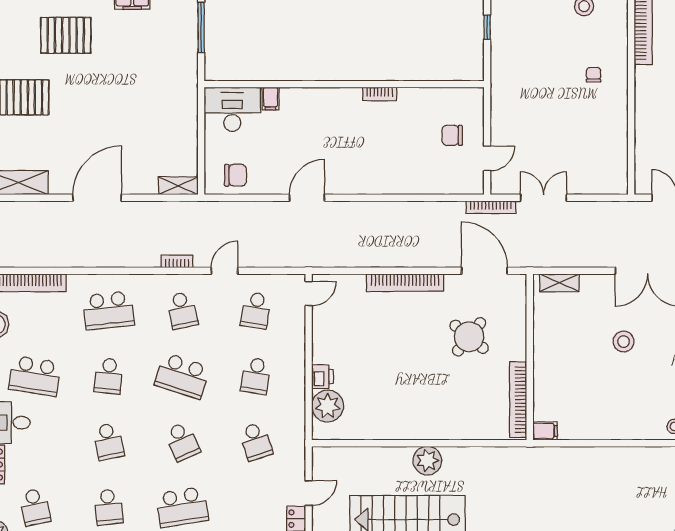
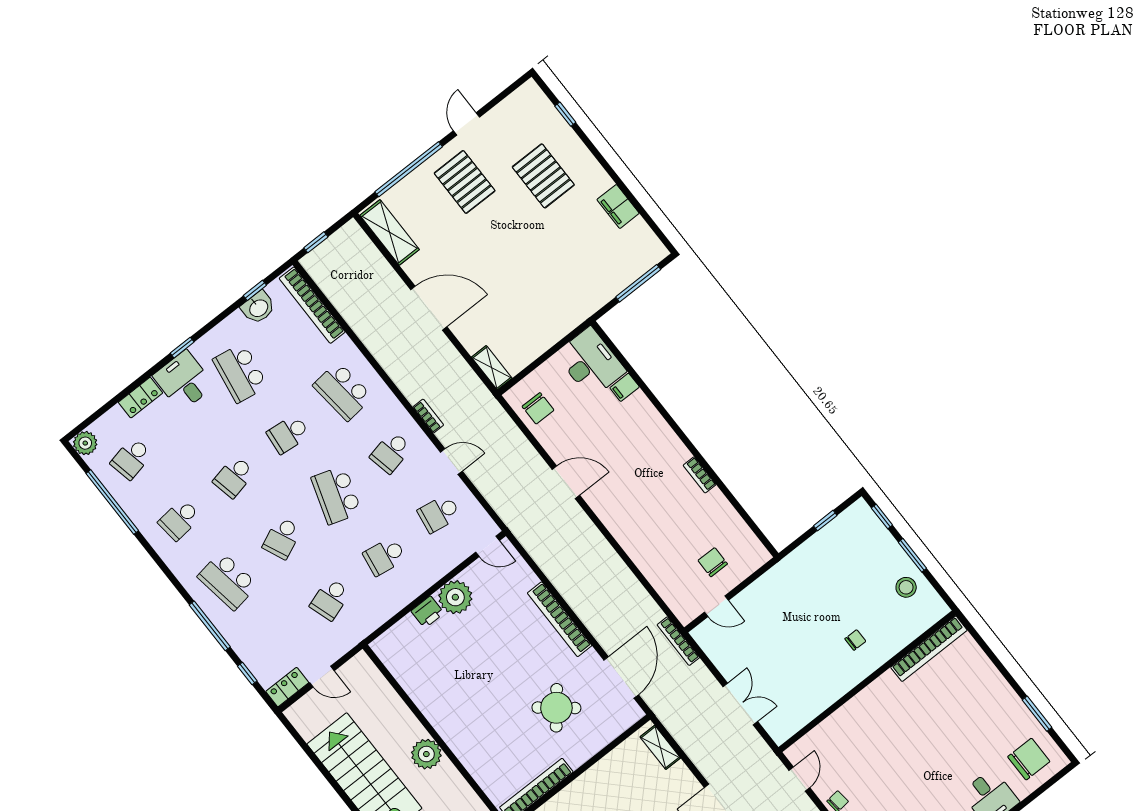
double door: (543, 198) -> (740, 704), moved
plant: (328, 406) -> (455, 597), moved

